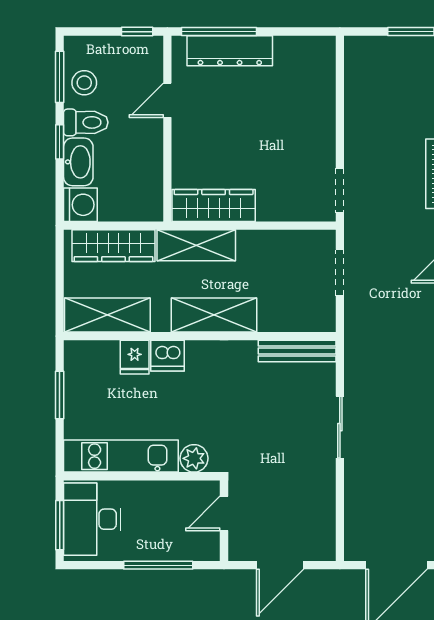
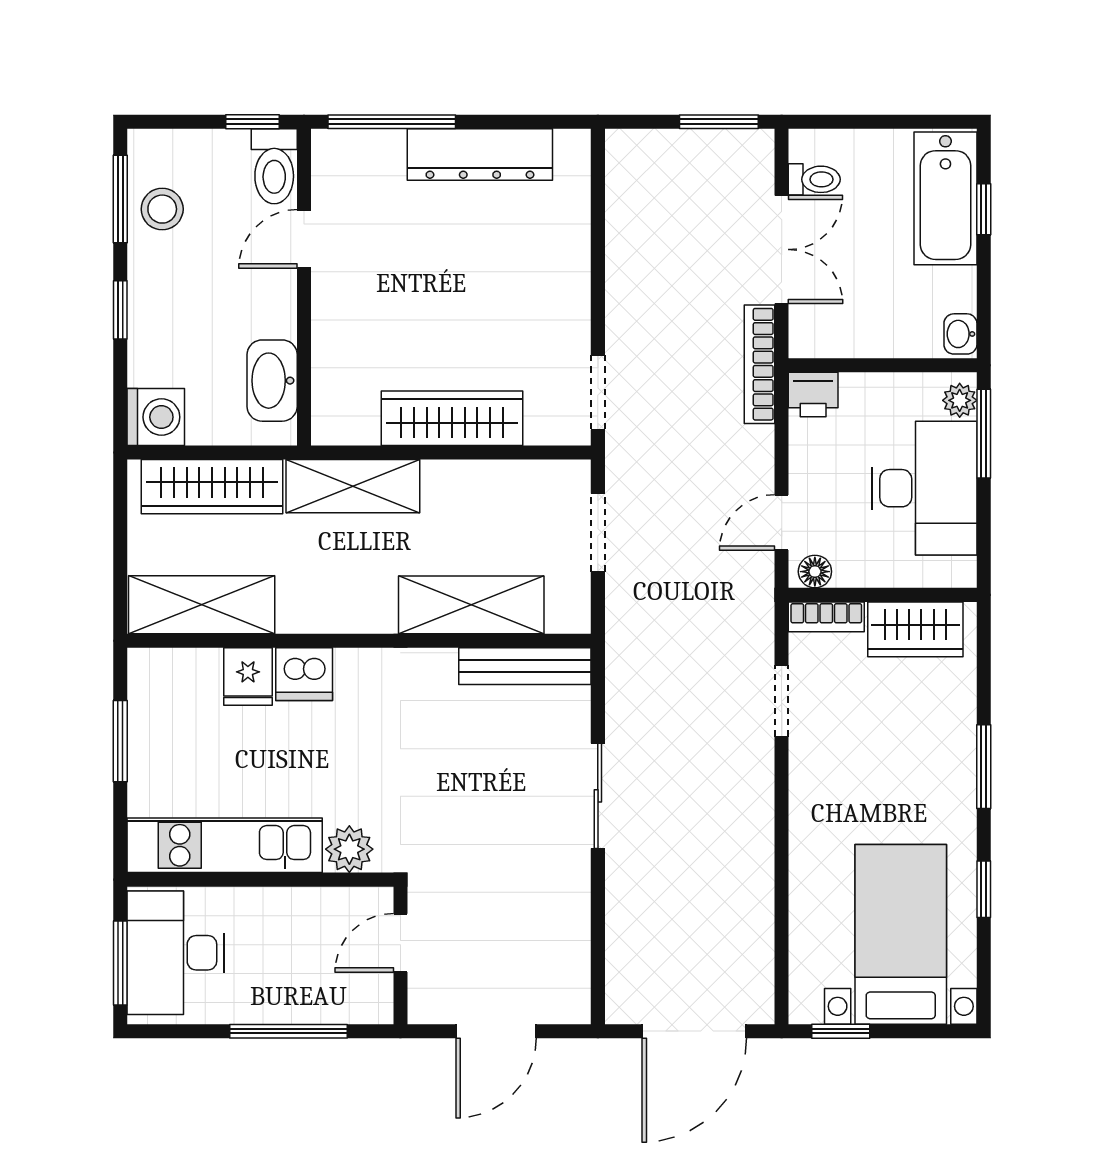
dresser: (230, 51) -> (480, 155), moved
toilet: (86, 122) -> (274, 166), moved, turned 90
washbasin: (78, 162) -> (272, 381), moved, turned 180
wardrobe: (214, 206) -> (452, 418), moved
shelving: (214, 315) -> (471, 605), moved

